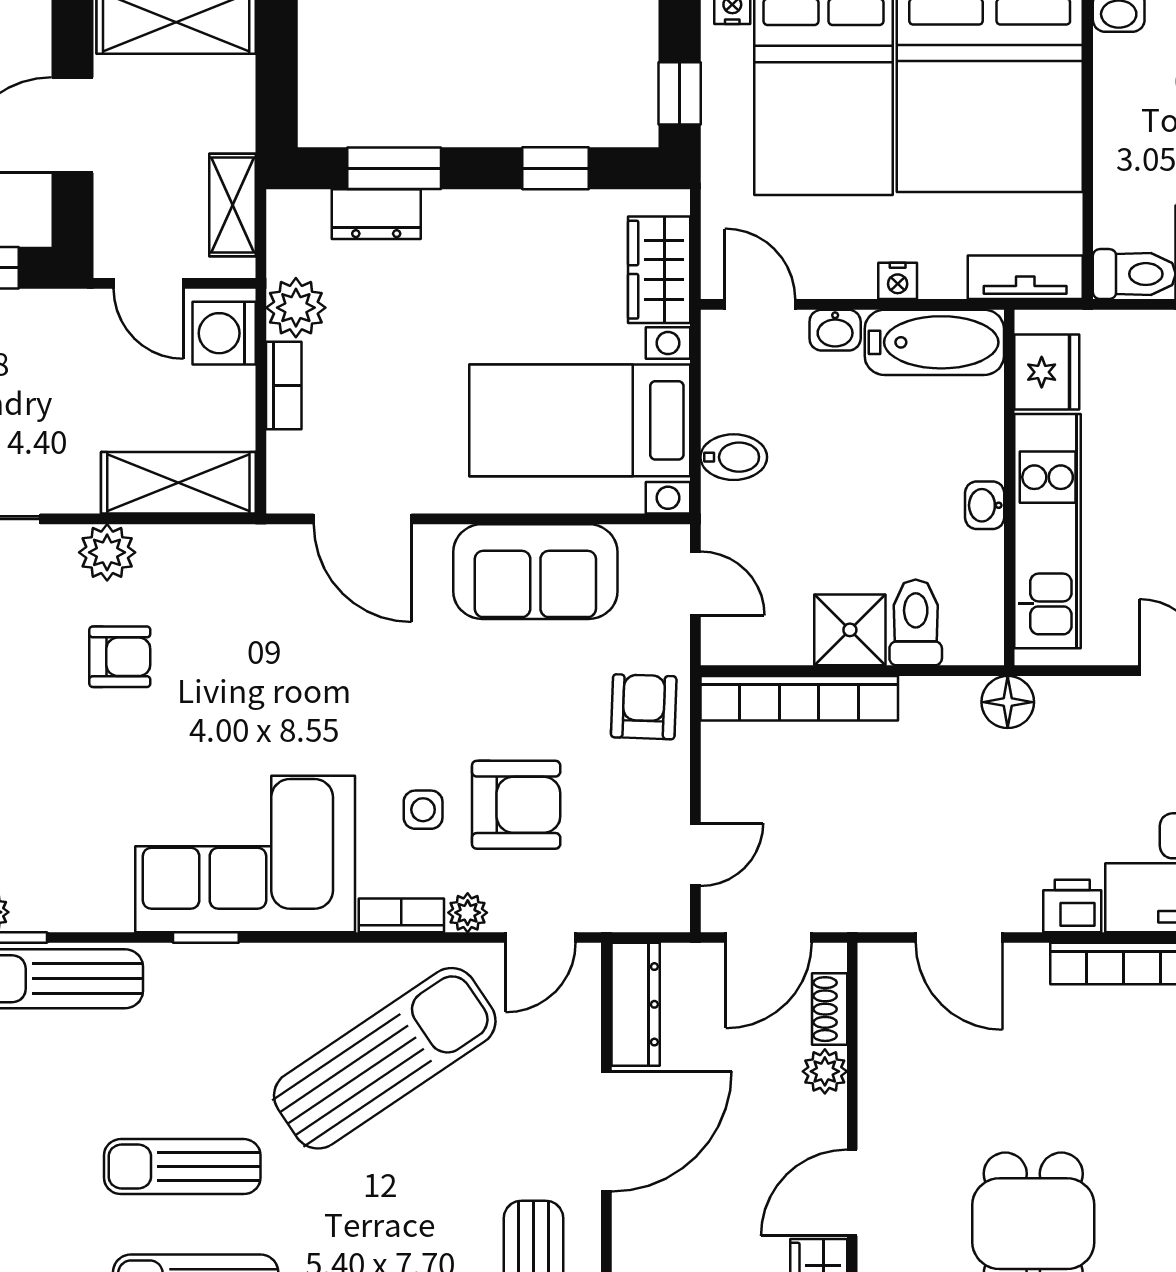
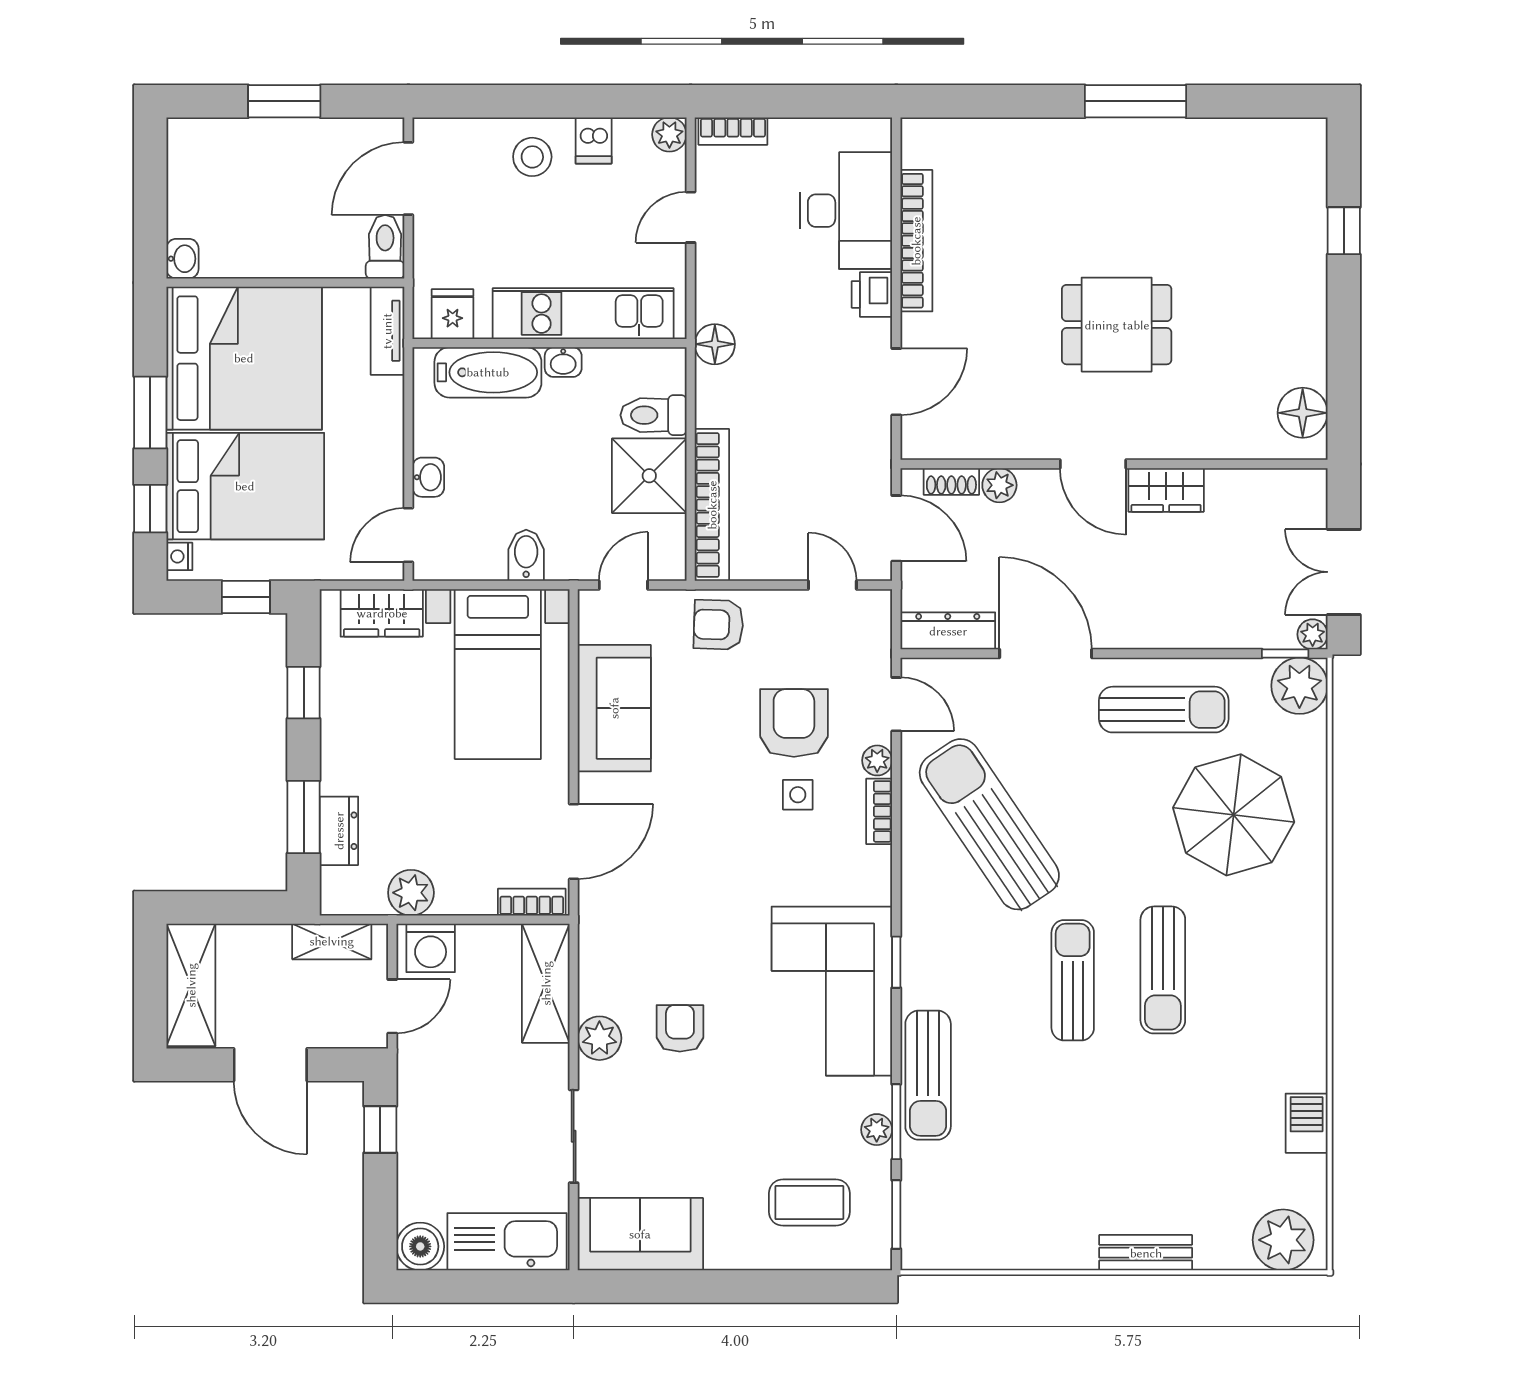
nightstand: (898, 281) -> (390, 429), removed
bathtub: (934, 342) -> (488, 372), moved, turned 90
fridge: (1047, 372) -> (453, 314), width x0.72
bookcase: (284, 385) -> (532, 902), moved
shower: (850, 630) -> (649, 476), width x1.36, depth x1.36
corner sofa: (245, 854) -> (832, 991), moved
sun lounger: (182, 1167) -> (1073, 980), turned 180

